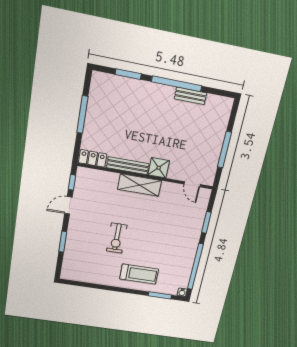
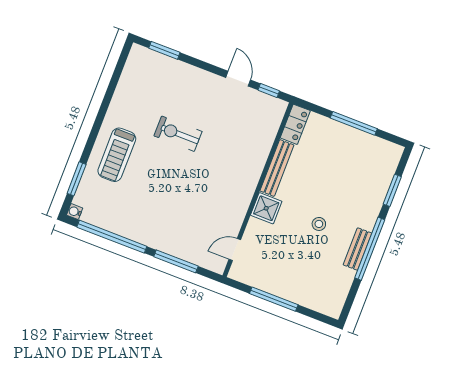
bench: (191, 96) -> (357, 249), moved
stool: (164, 127) -> (319, 224), added
shelving: (140, 185) -> (248, 179), removed
window: (206, 222) -> (176, 261), width x1.44
window: (63, 242) -> (164, 50), moved

